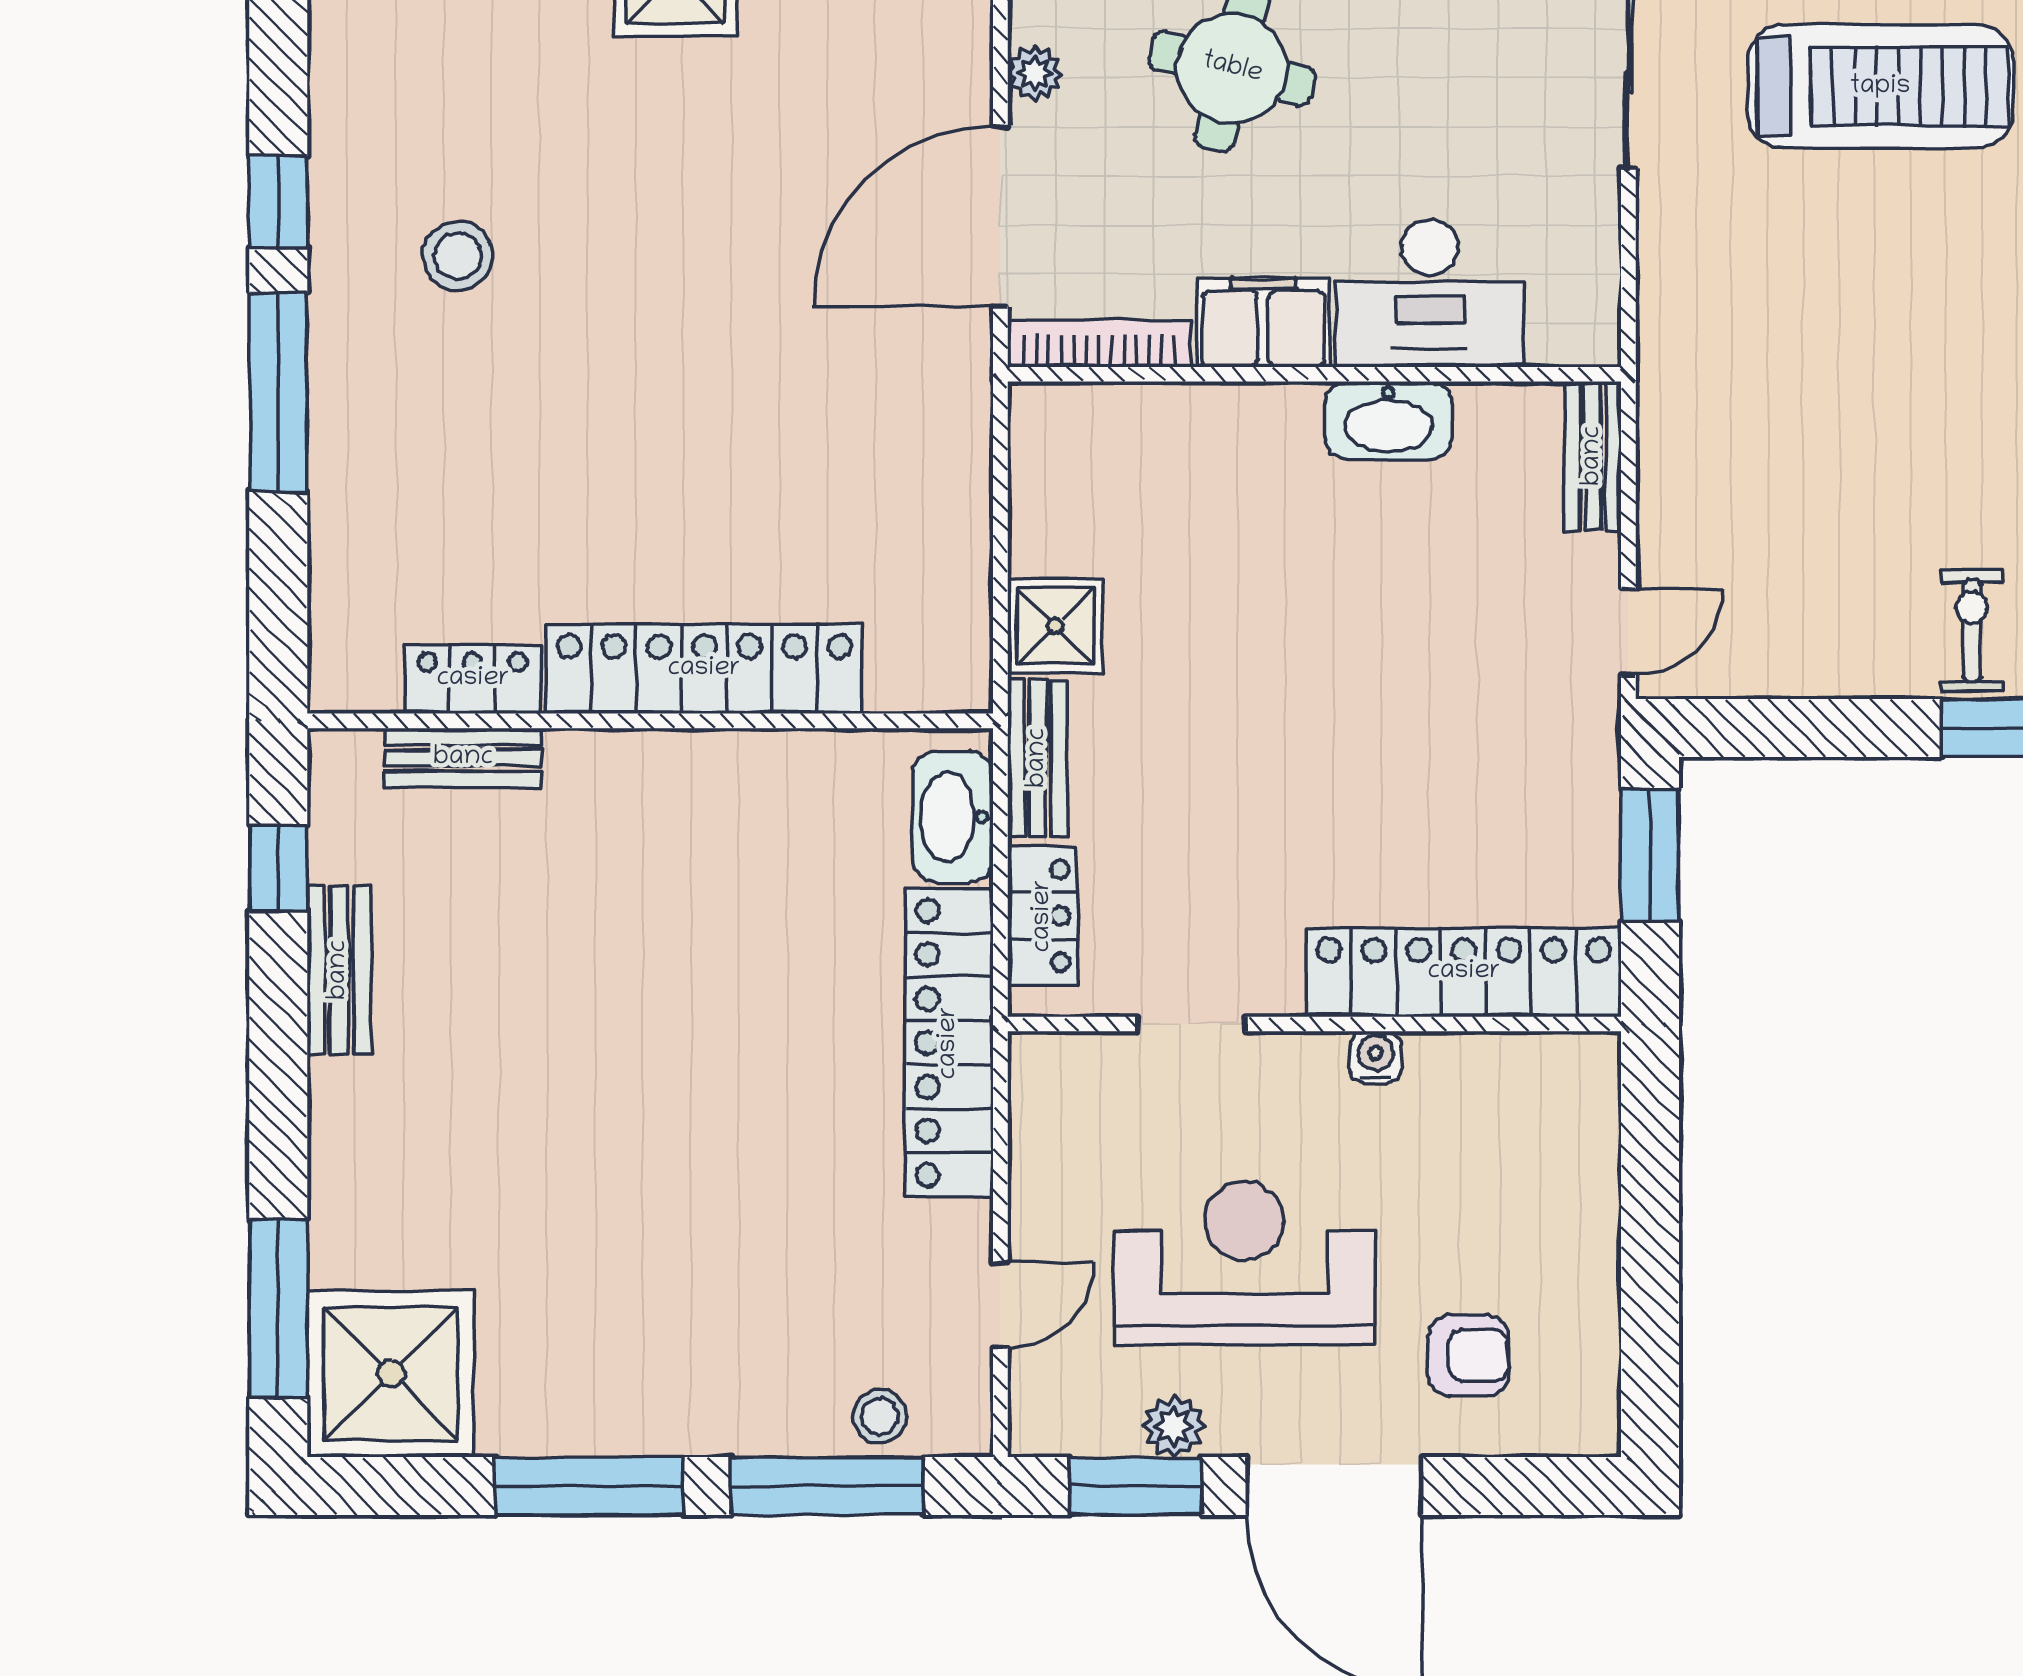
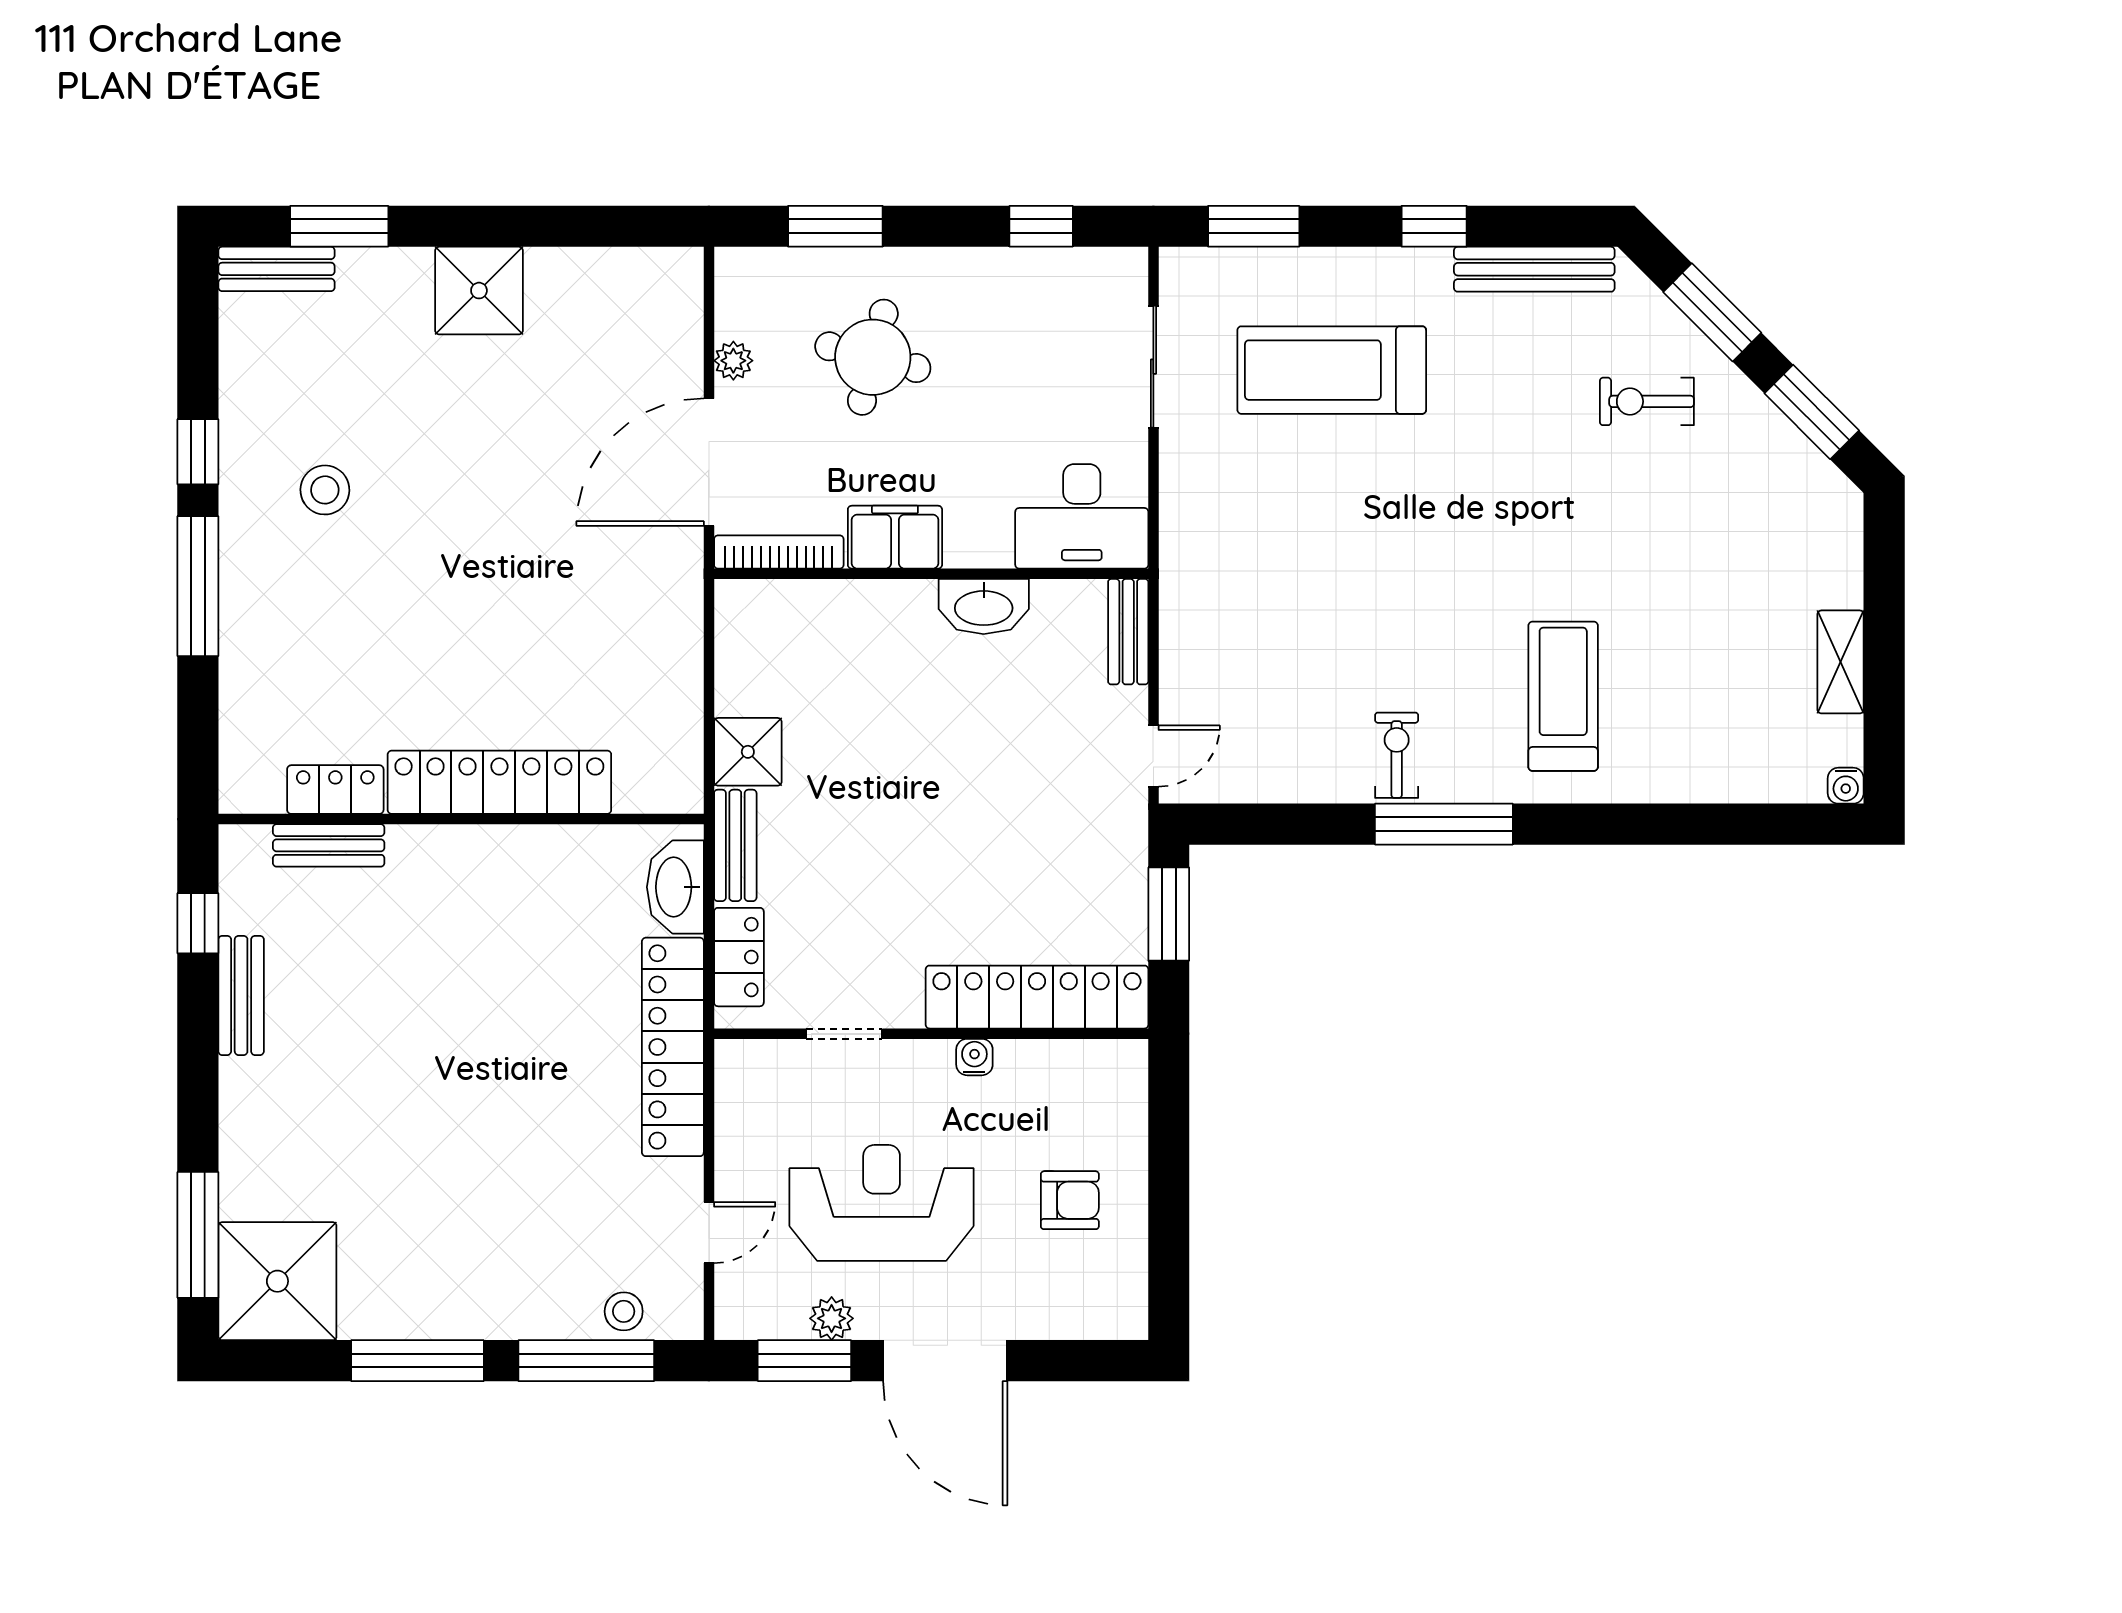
treadmill: (1880, 87) -> (1332, 370), turned 180
desk: (1430, 293) -> (1082, 516), moved
armchair: (1468, 1355) -> (1070, 1200), moved

